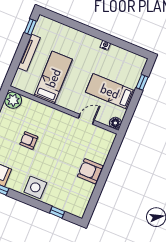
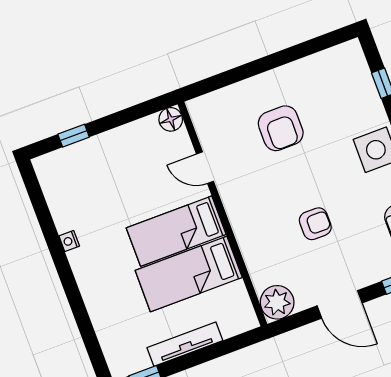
bed: (110, 91) -> (176, 231), moved, turned 90
armchair: (29, 140) -> (315, 224), turned -90
armchair: (90, 171) -> (281, 128), moved

